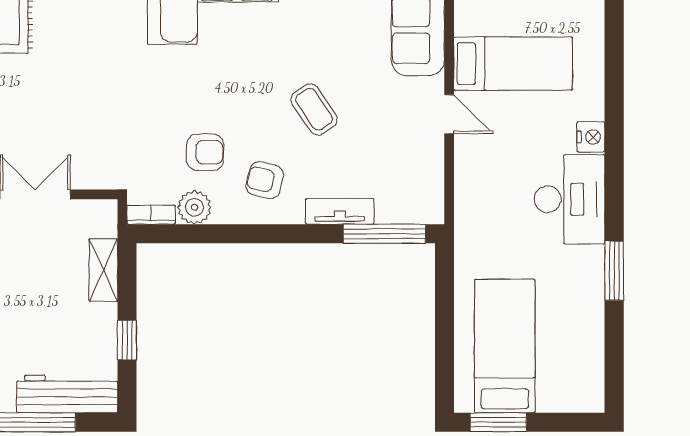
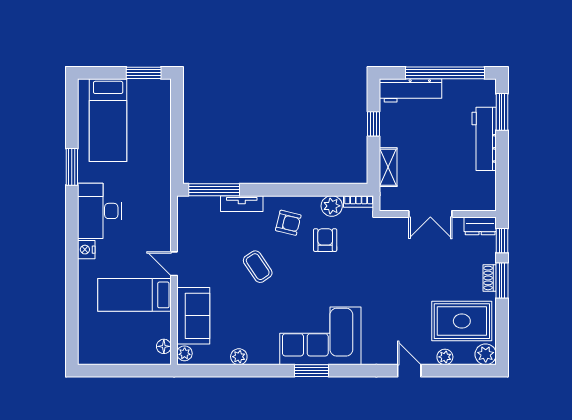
armchair: (205, 152) -> (325, 240), turned 90
bed: (505, 346) -> (108, 120), moved

